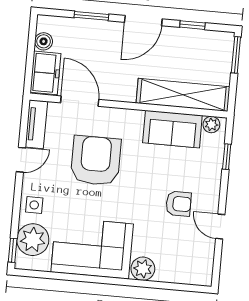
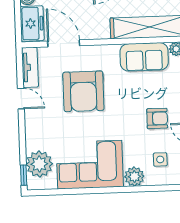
door: (21, 160) -> (21, 99), hinge flipped
armchair: (96, 161) -> (83, 91), turned 180
side table: (34, 205) -> (160, 159), moved

